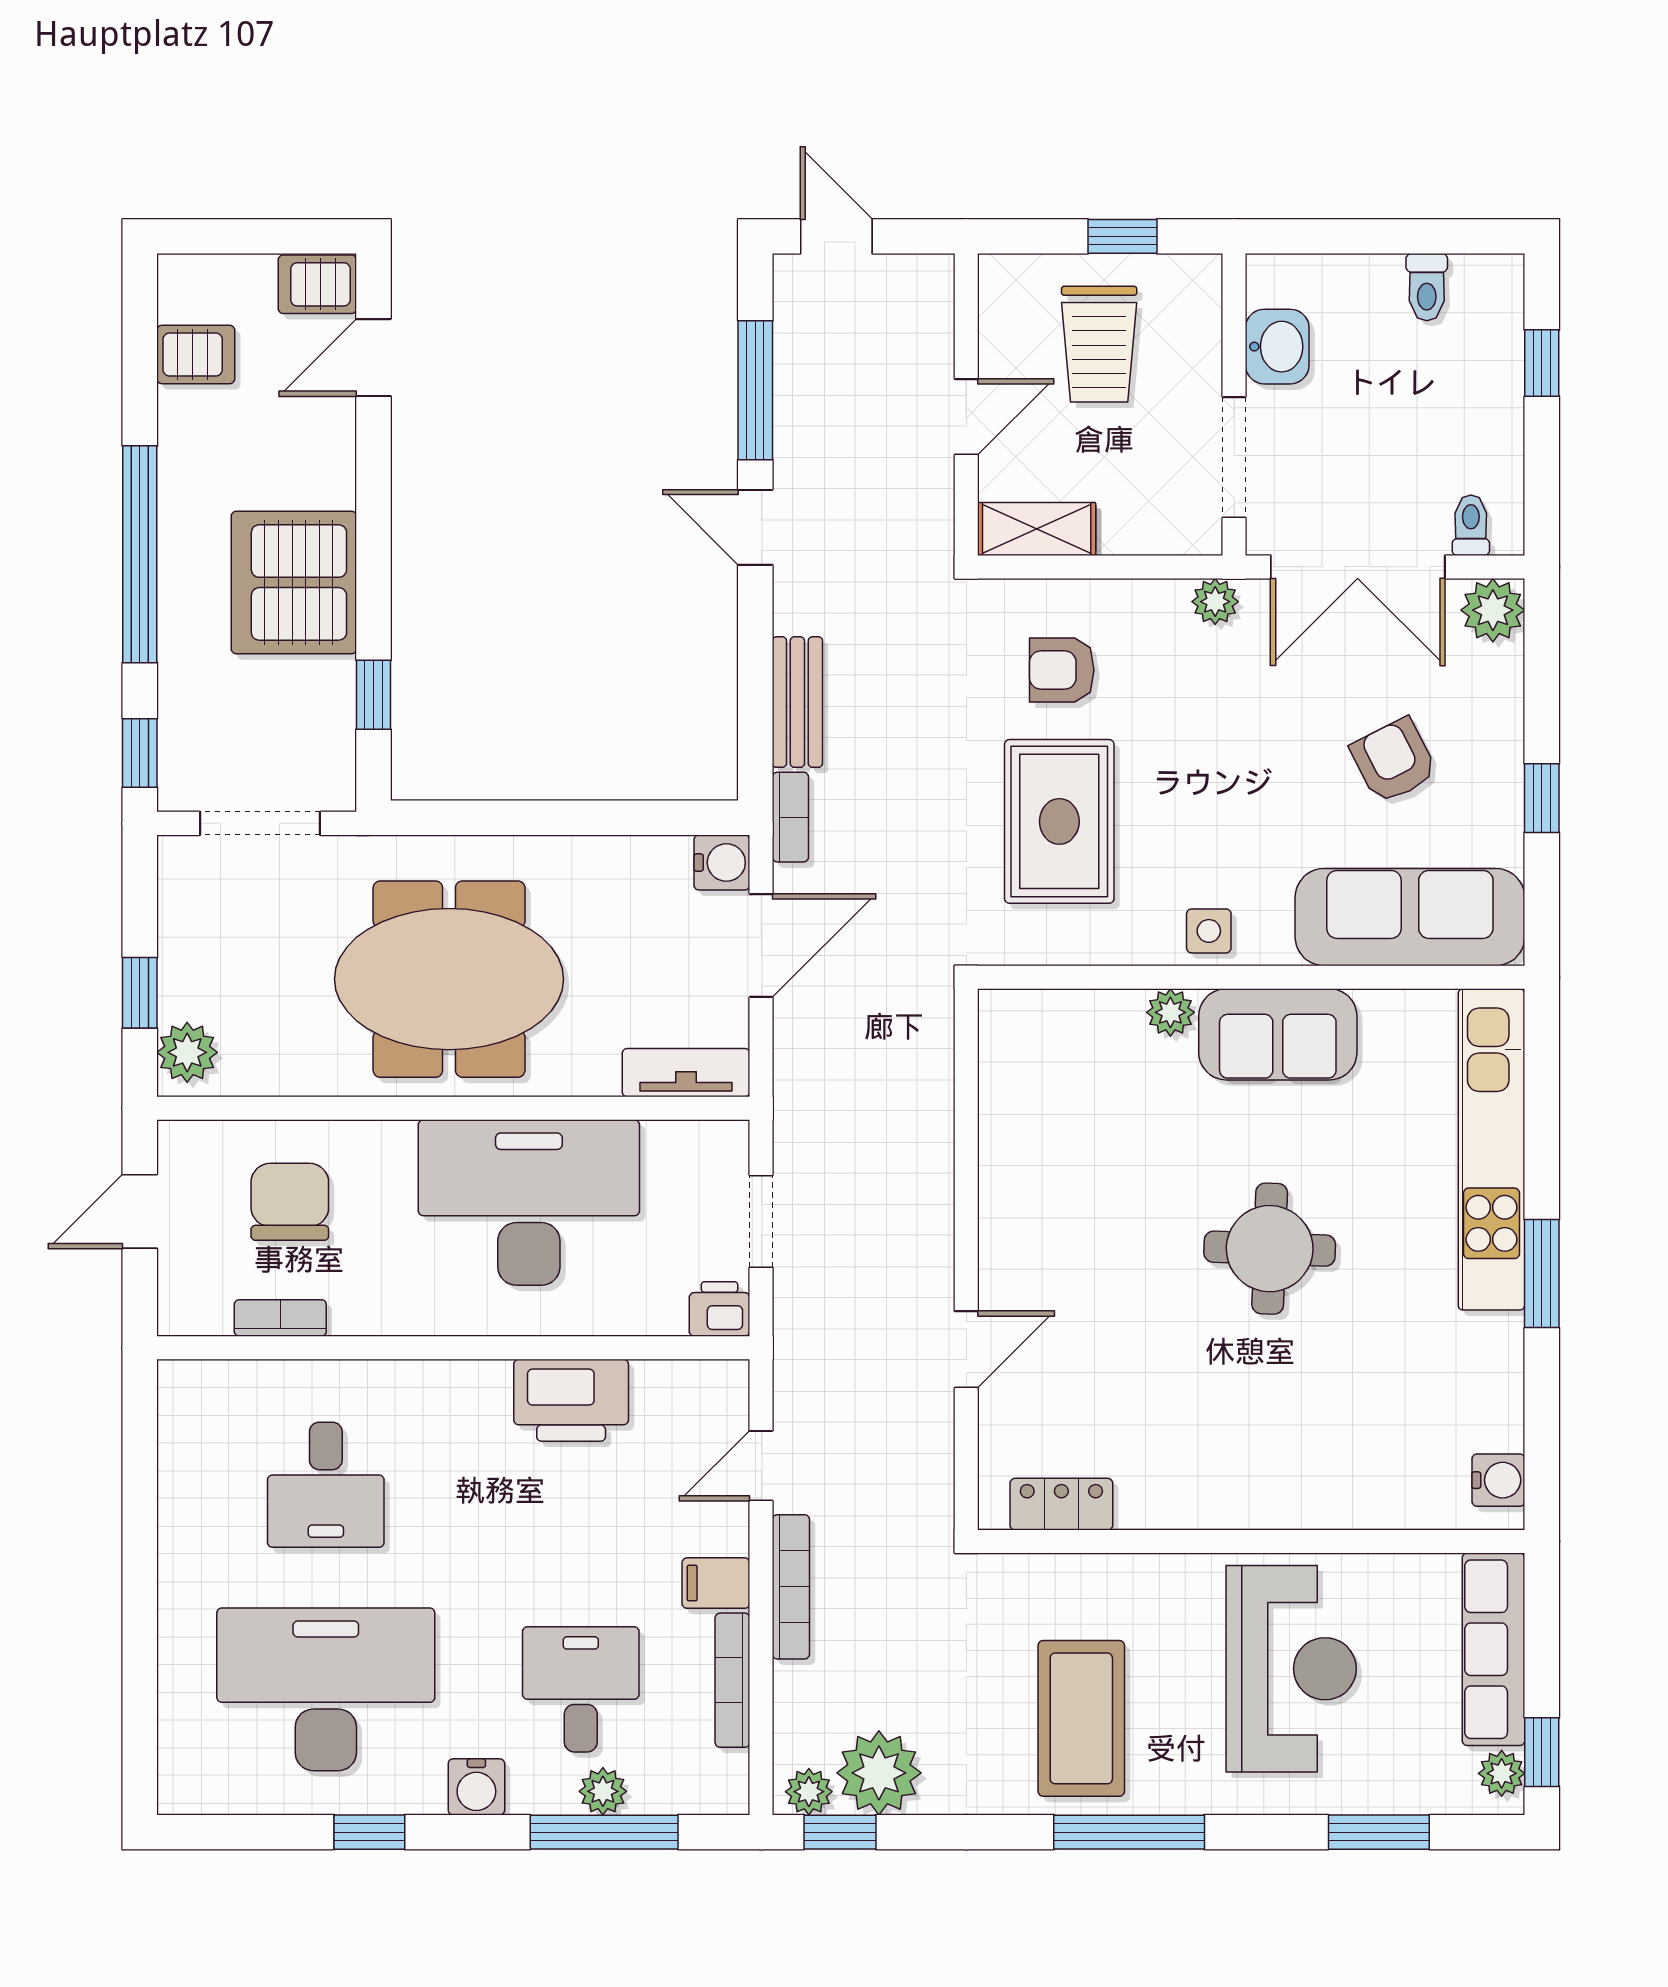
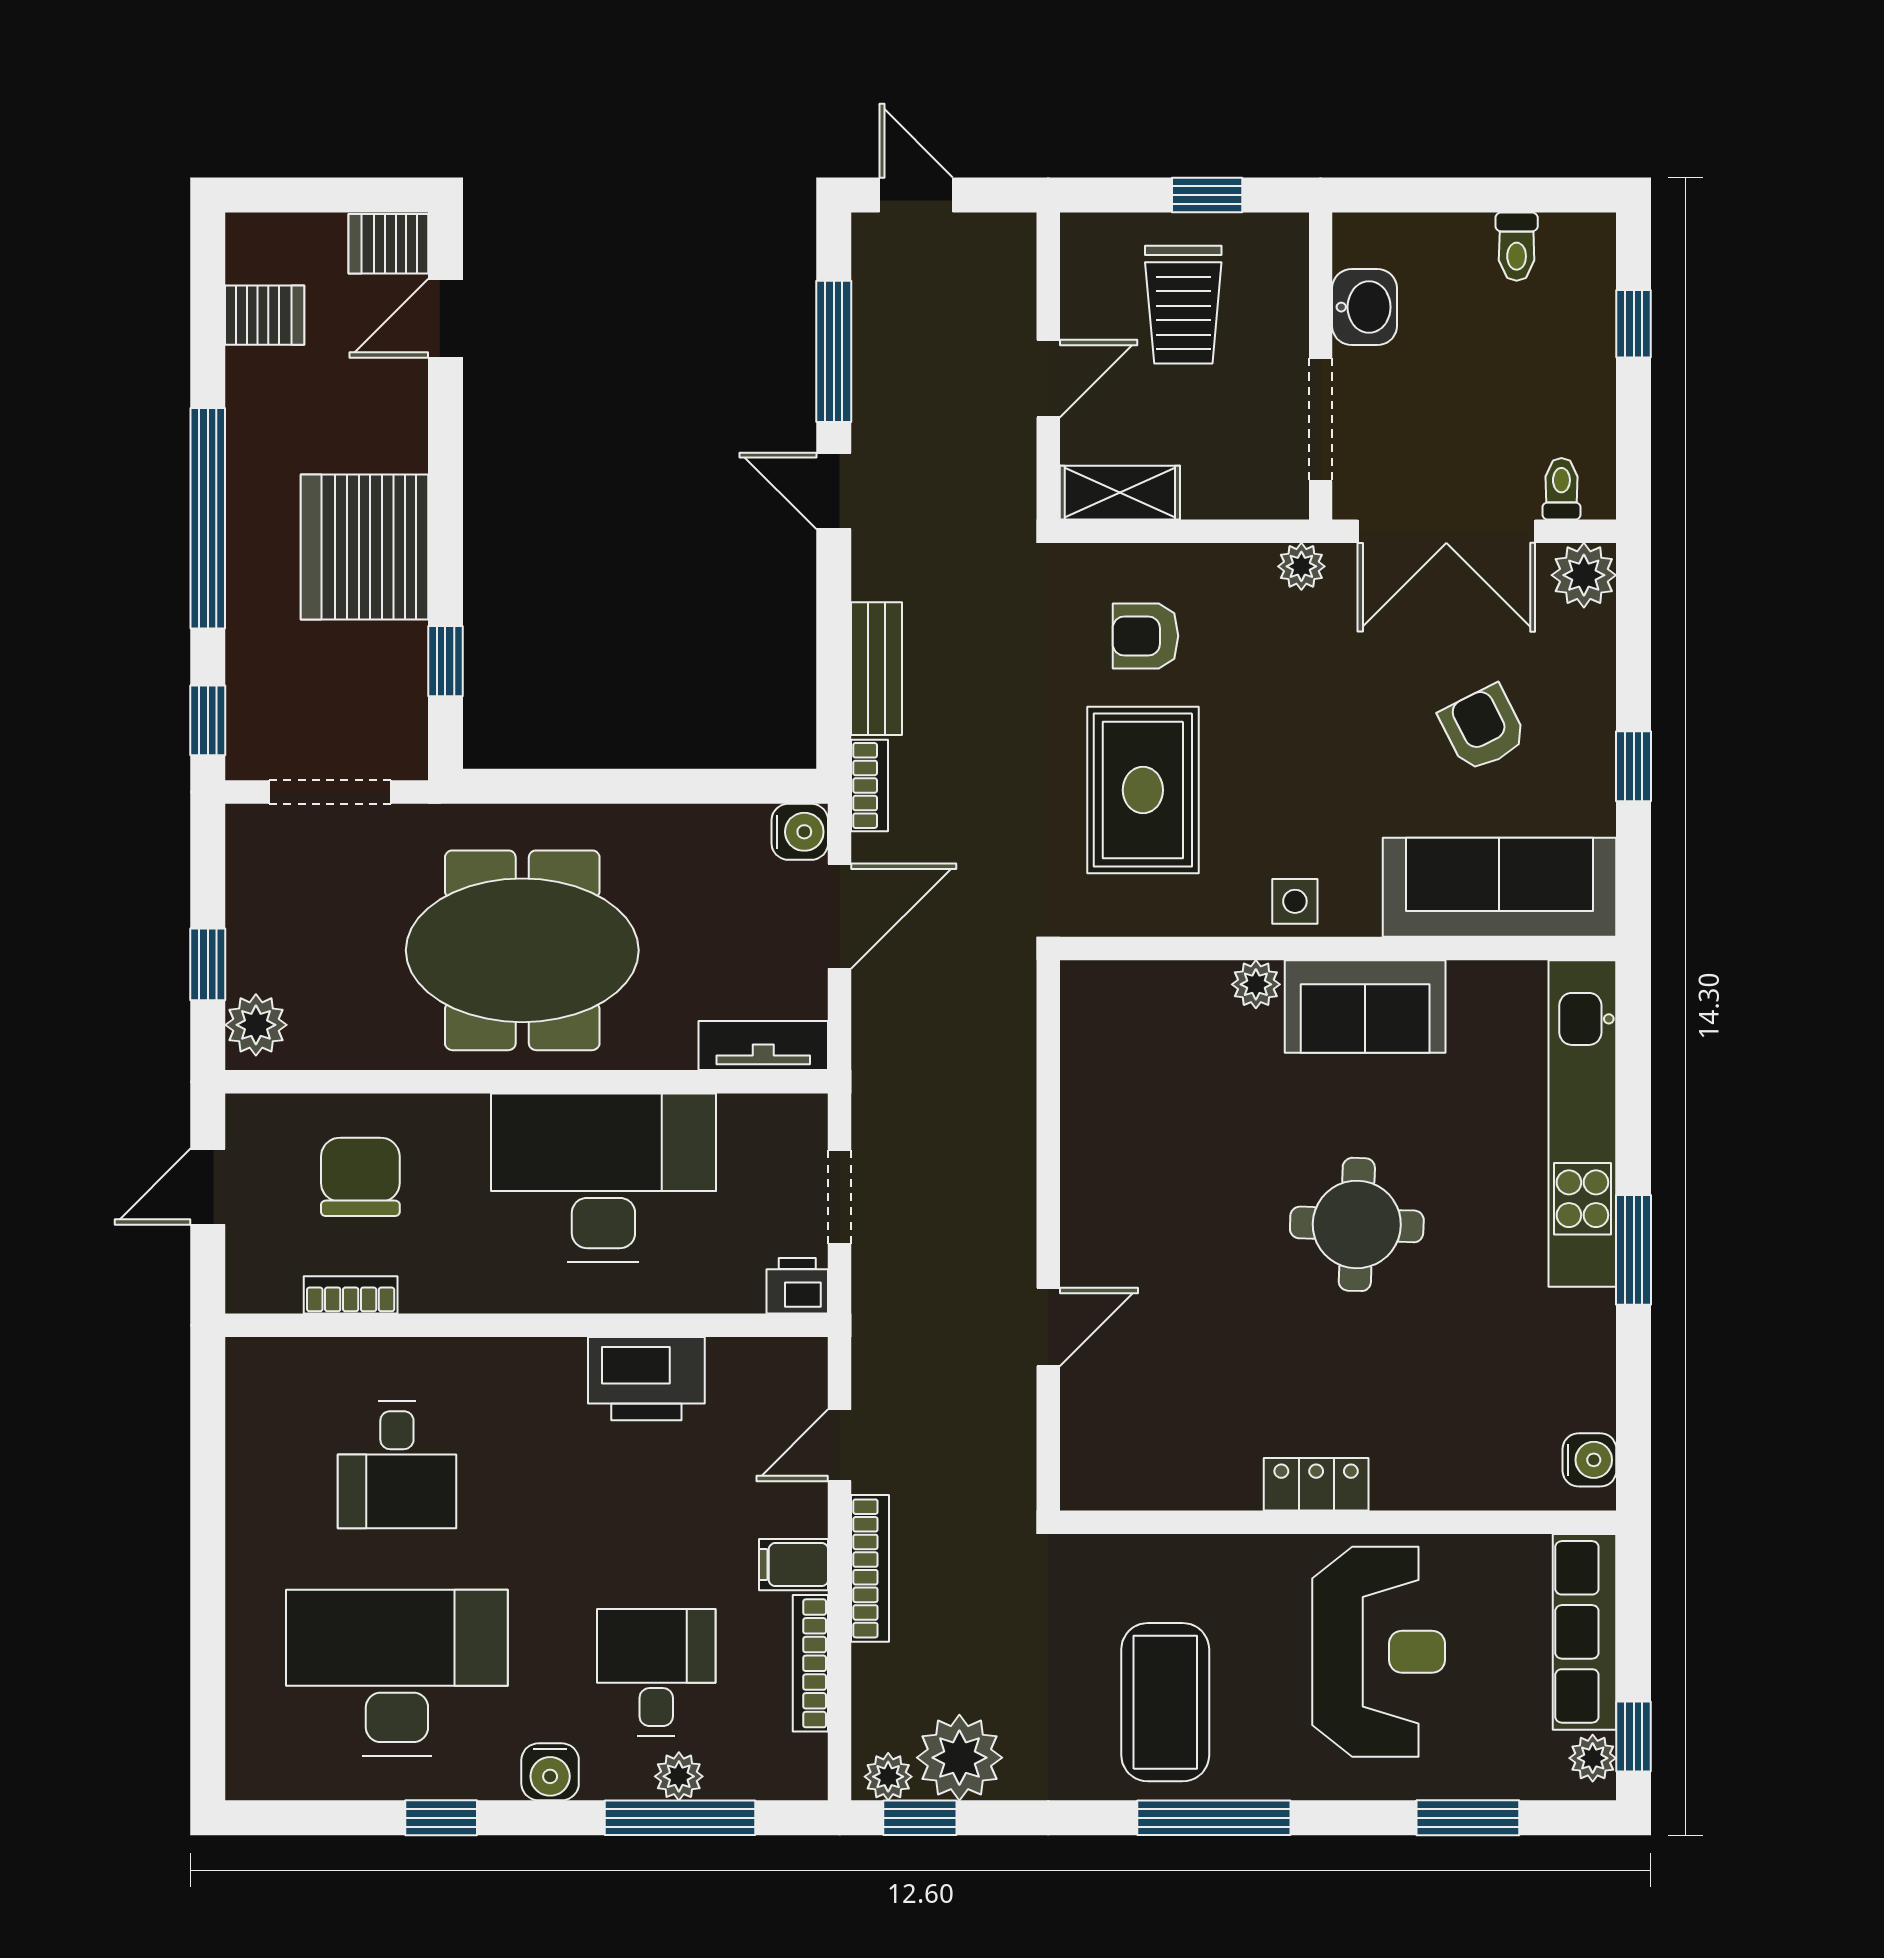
locker: (1061, 1504) -> (1316, 1484), moved

